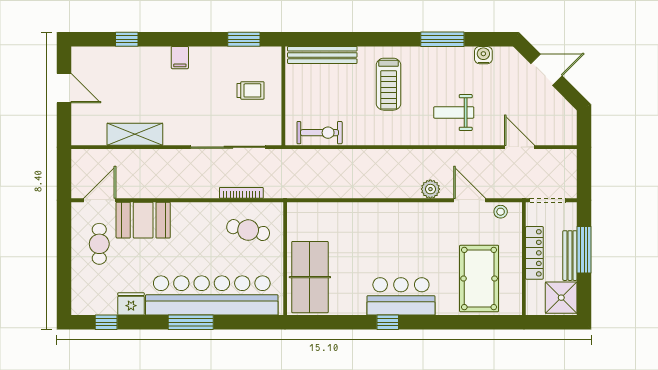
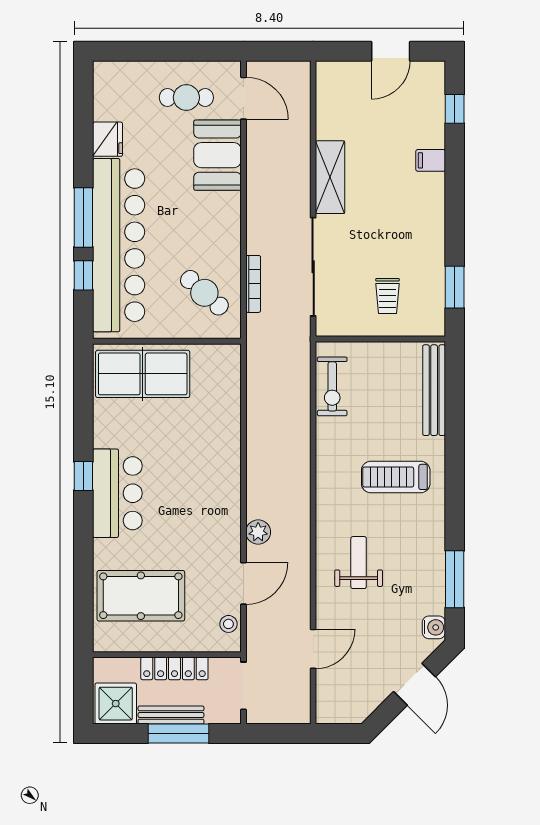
window: (127, 39) -> (455, 109), moved
window: (442, 39) -> (455, 579), moved
water cooler: (483, 55) -> (434, 627), moved
filing cabinet: (180, 58) -> (431, 160), moved
shelving: (135, 134) -> (330, 177), moved
cafe table: (248, 230) -> (204, 293), turned -61
window: (106, 322) -> (83, 275), moved

